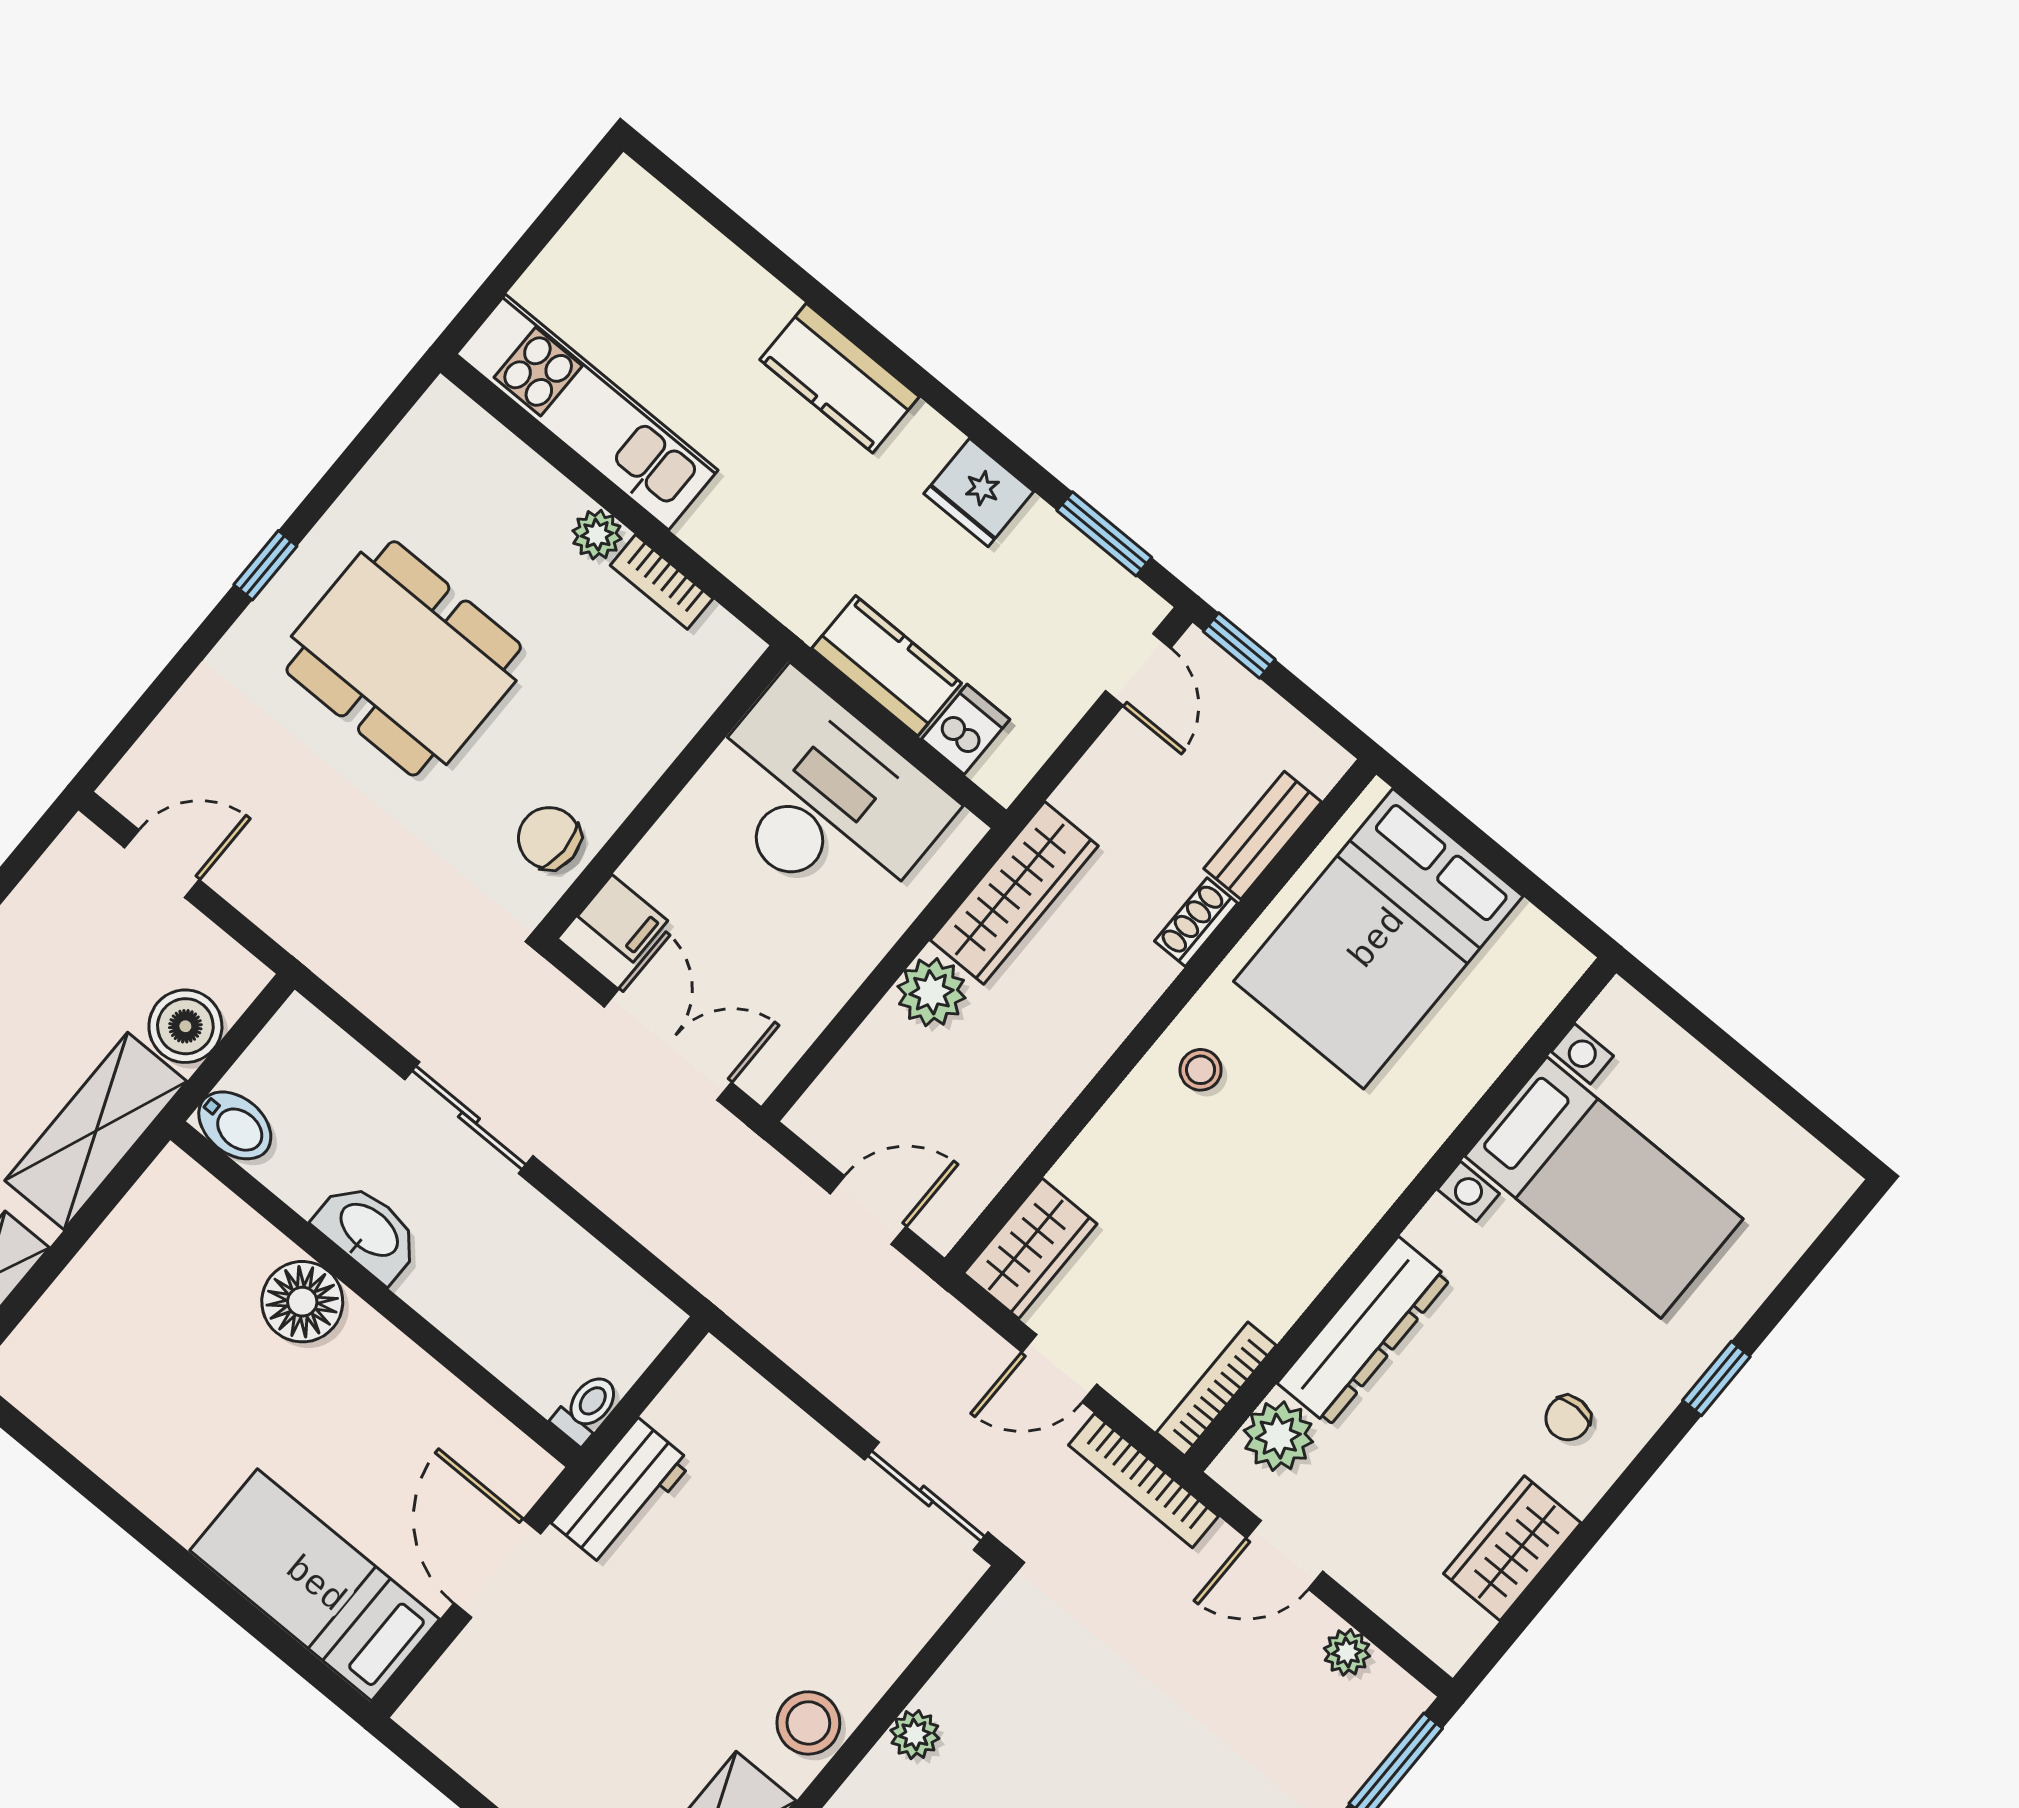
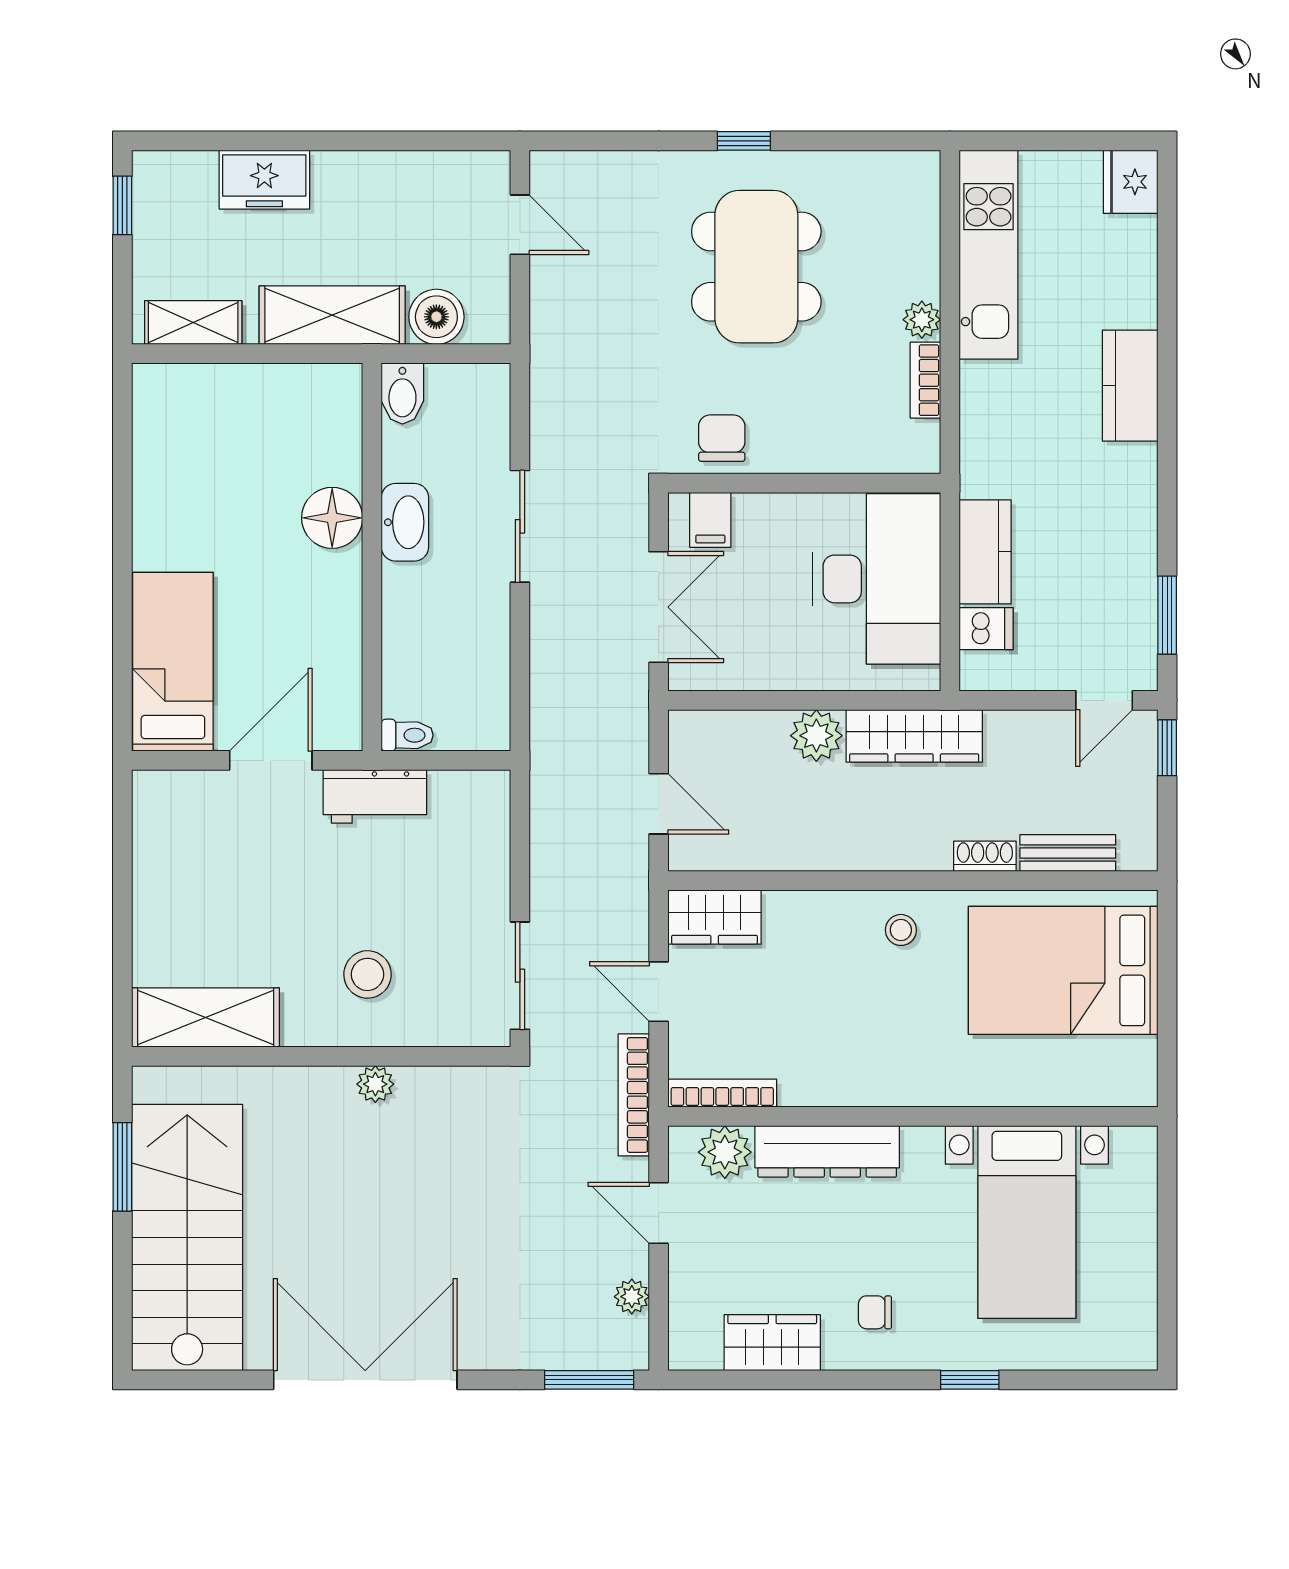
fridge: (979, 493) -> (1131, 182), moved
stool: (808, 1723) -> (368, 974), moved

